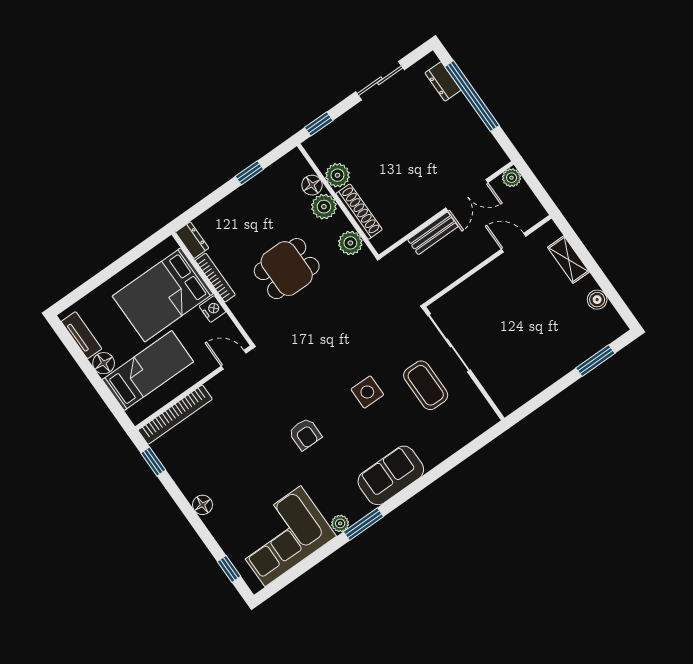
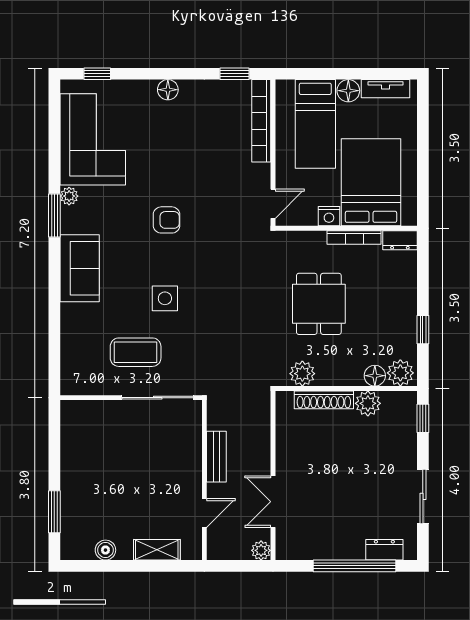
plant: (324, 207) -> (400, 373), moved
bench: (433, 233) -> (216, 457), moved
armchair: (305, 434) -> (167, 220), turned 180

